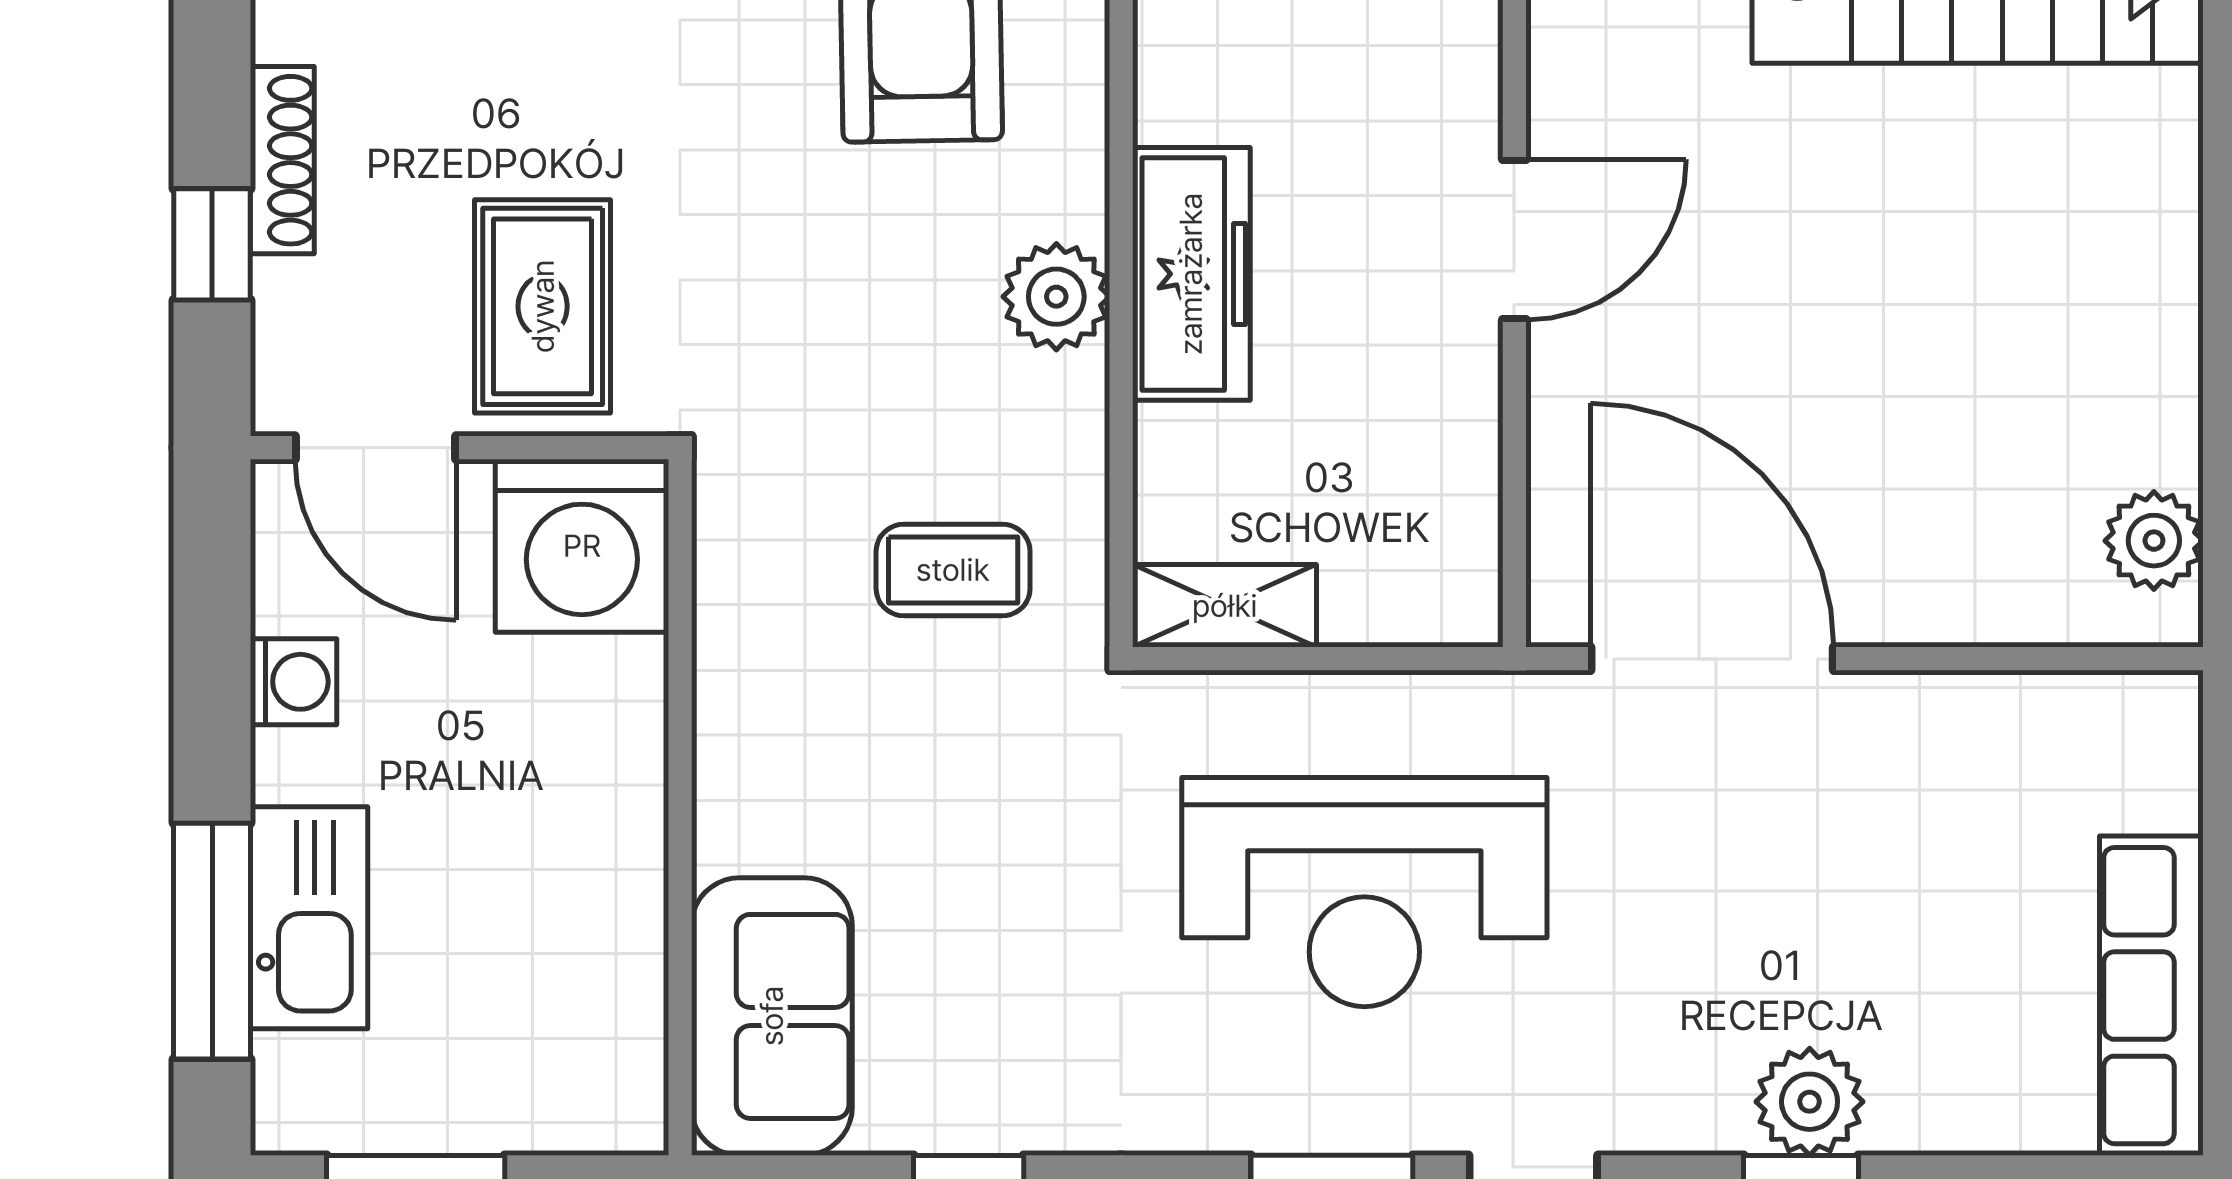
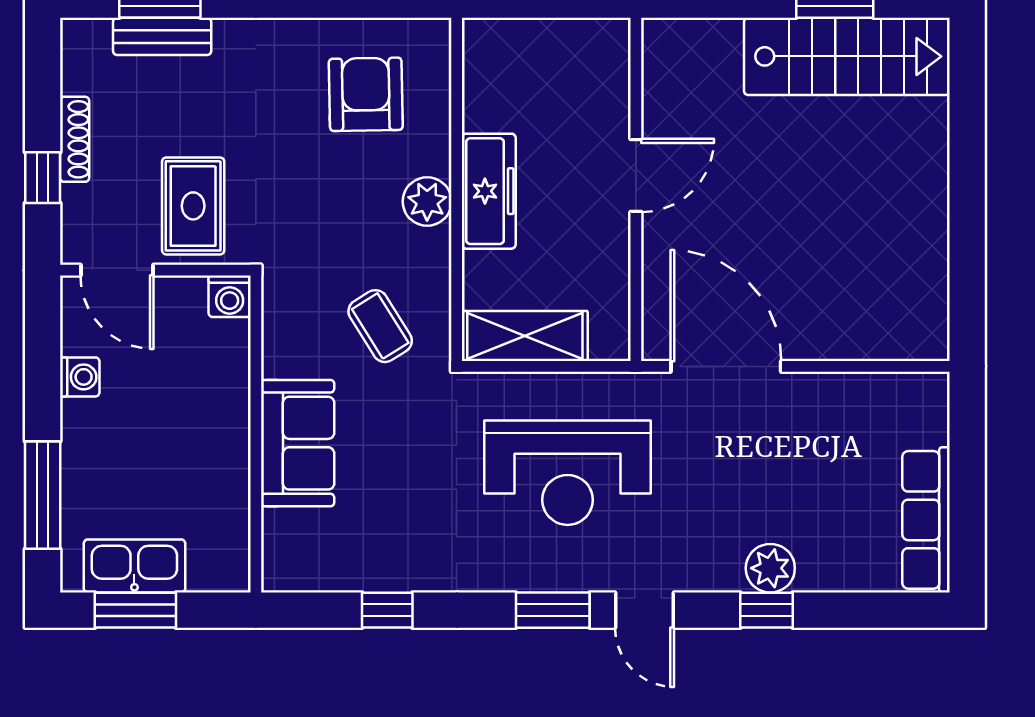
plant: (2154, 541) -> (927, 313), removed
washing machine: (582, 546) -> (230, 296), width x0.53, depth x0.53
coffee table: (953, 570) -> (380, 326), turned 58
shelving: (1225, 606) -> (525, 336), width x1.50, depth x1.33
kitchen sink: (309, 918) -> (134, 566), moved, turned -90
sofa: (772, 1016) -> (298, 443), moved

